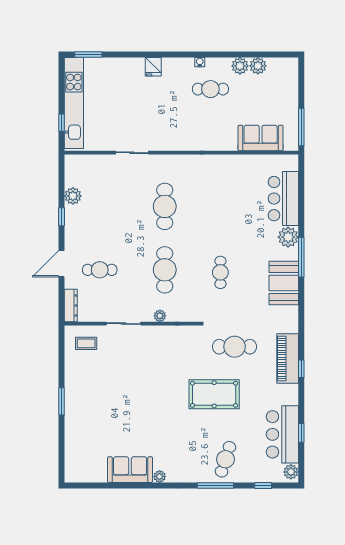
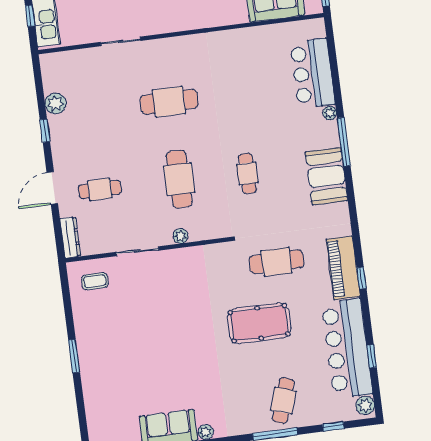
cafe table: (165, 206) -> (169, 102), turned 90
plant: (288, 237) -> (330, 113), width x0.53, depth x0.53
bar counter: (282, 434) -> (347, 348), width x1.36

